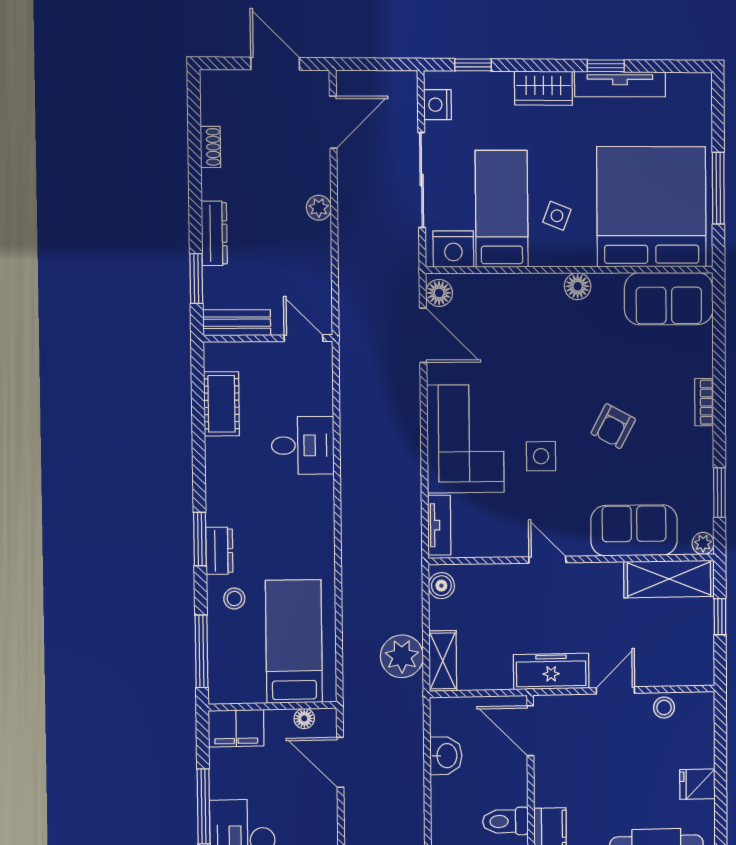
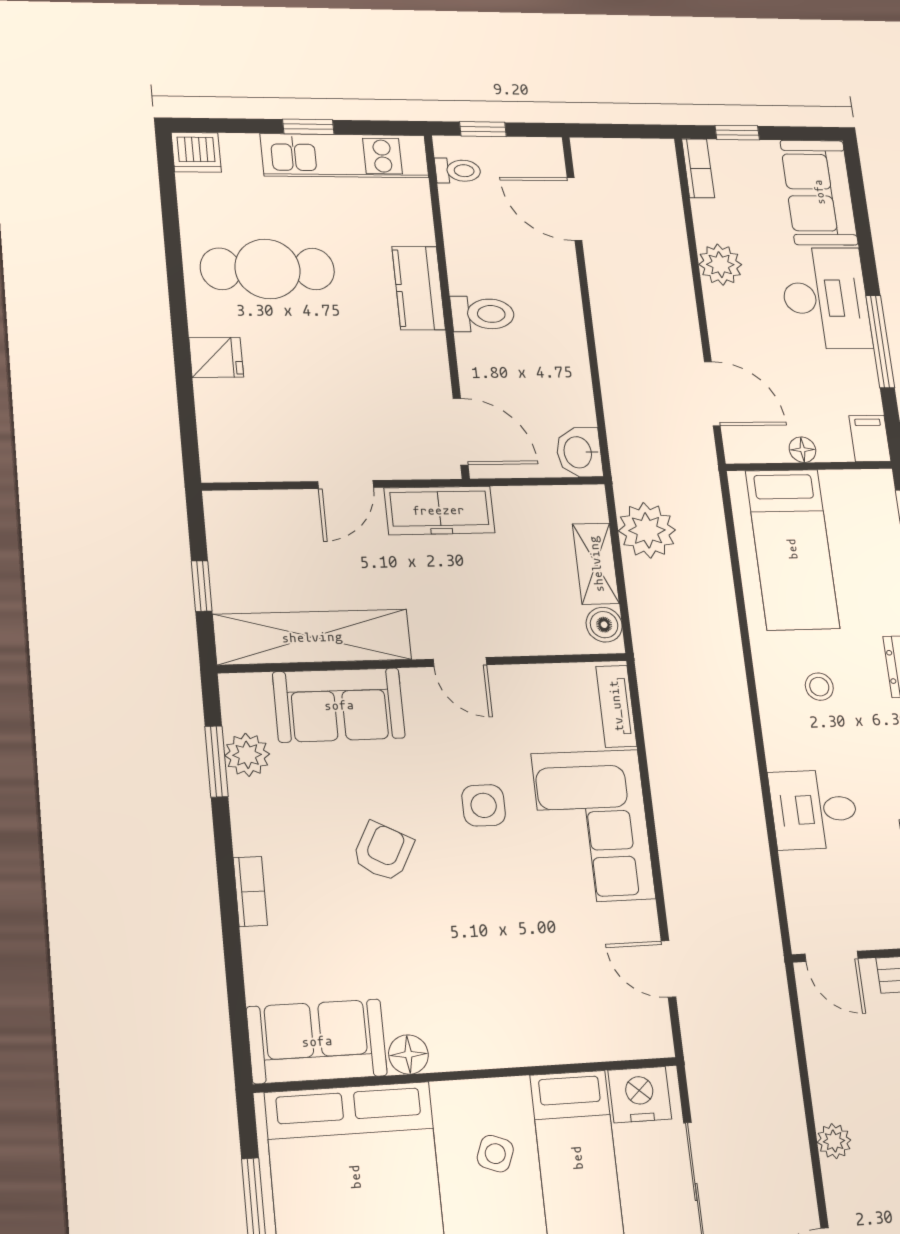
floor lamp: (578, 286) -> (408, 1054), moved
floor lamp: (439, 293) -> (653, 1030), removed
door: (423, 335) -> (668, 969), width x0.73
plant: (703, 543) -> (247, 755), moved, width x1.38, depth x1.38
shelving: (669, 579) -> (312, 637), width x1.47
stool: (234, 599) -> (819, 687), moved
shelving: (443, 661) -> (596, 564), moved
stool: (664, 707) -> (273, 461), removed
floor lamp: (304, 719) -> (802, 450), moved
filing cabinet: (236, 728) -> (870, 438), width x0.50
washbasin: (446, 756) -> (579, 452), moved

